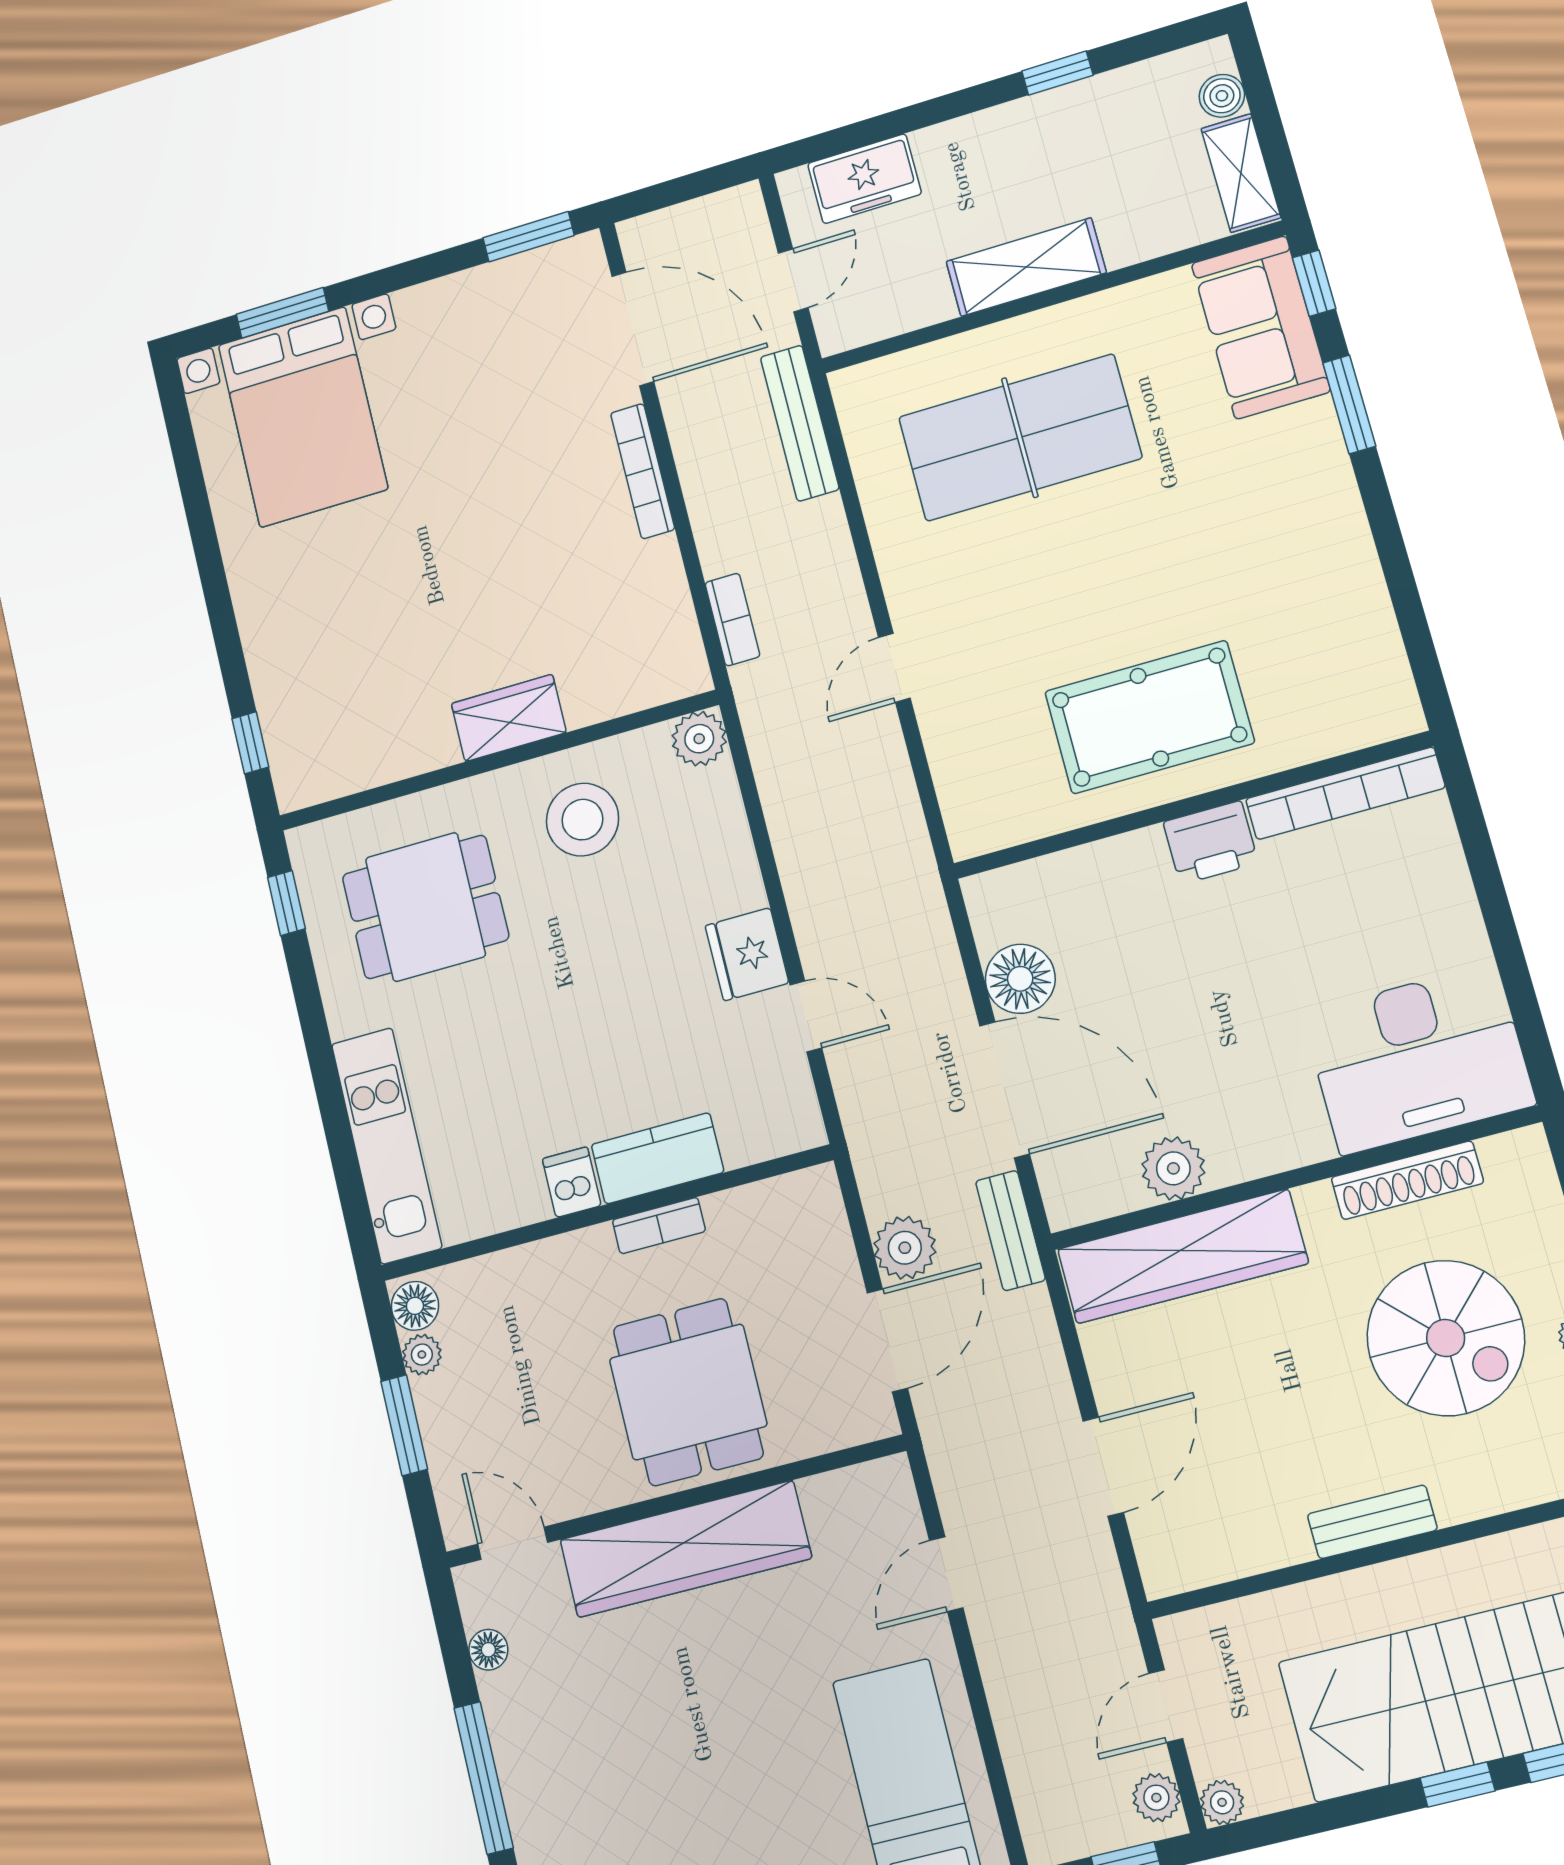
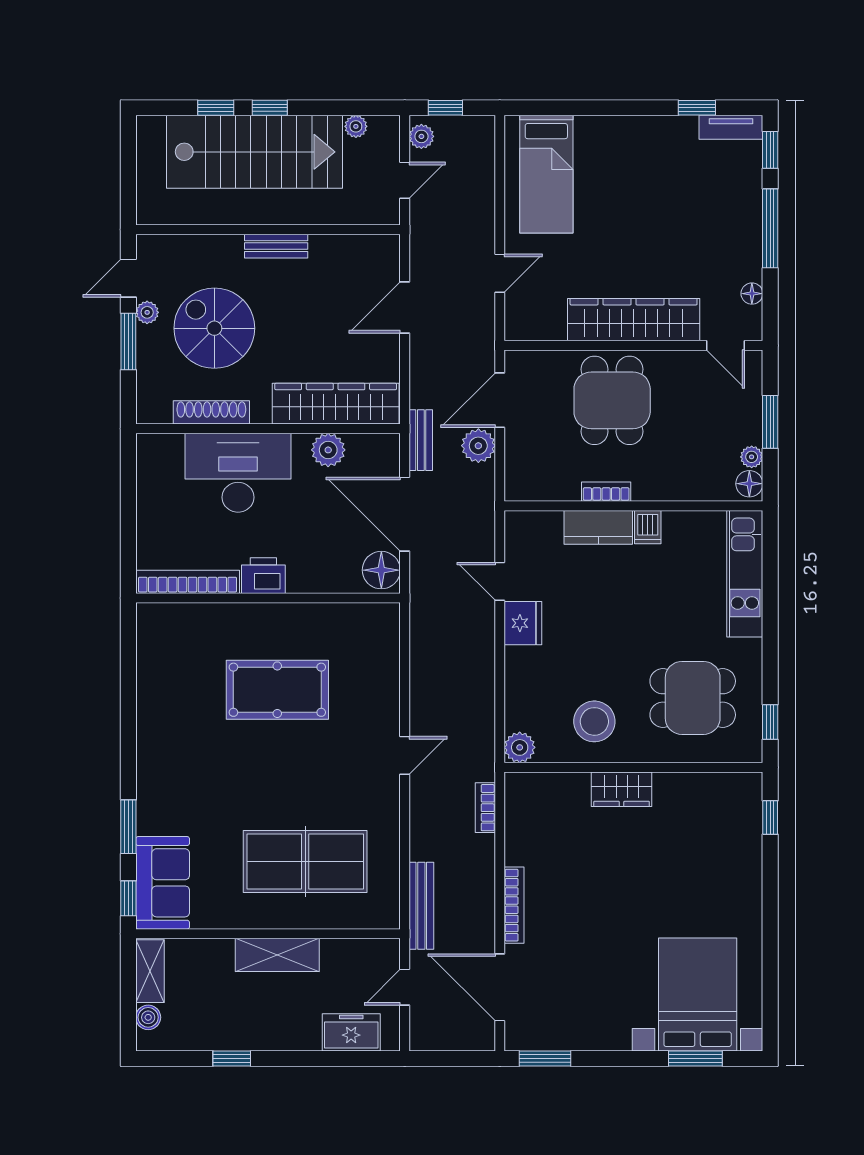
bookcase: (1345, 793) -> (188, 582), moved
wall: (1192, 805) -> (268, 598), moved
printer: (1211, 843) -> (263, 576), moved
desk: (1418, 1059) -> (238, 473), moved
plant: (1222, 1802) -> (356, 126), moved

